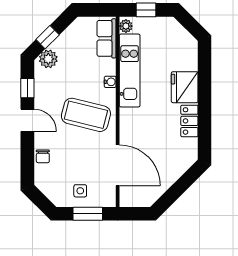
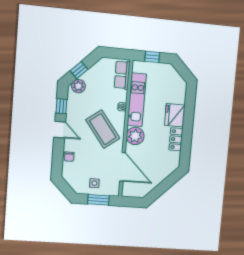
plant: (126, 26) -> (135, 136), moved, width x1.88, depth x1.88
coffee table: (86, 115) -> (103, 129), turned 39

